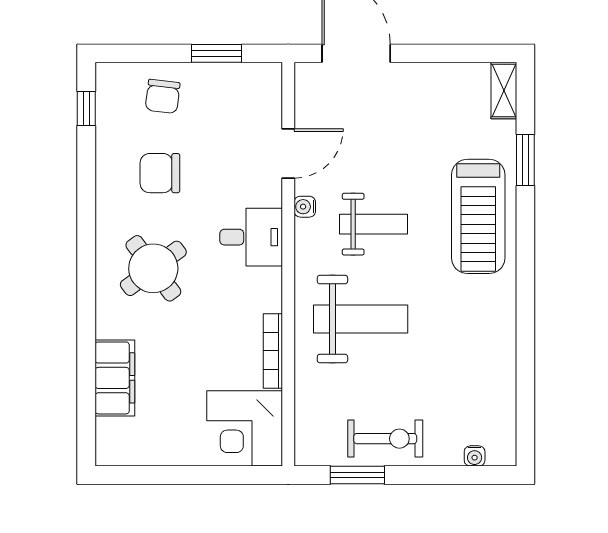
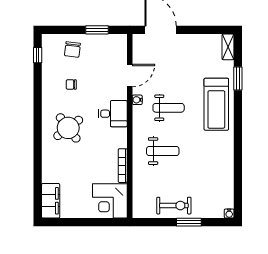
chair: (160, 173) -> (71, 84), width x0.54, depth x0.54
weight bench: (361, 319) -> (163, 151), width x0.73, depth x0.75
filing cabinet: (115, 378) -> (51, 201), moved
water cooler: (475, 456) -> (229, 213), moved
window: (357, 475) -> (189, 222), moved

